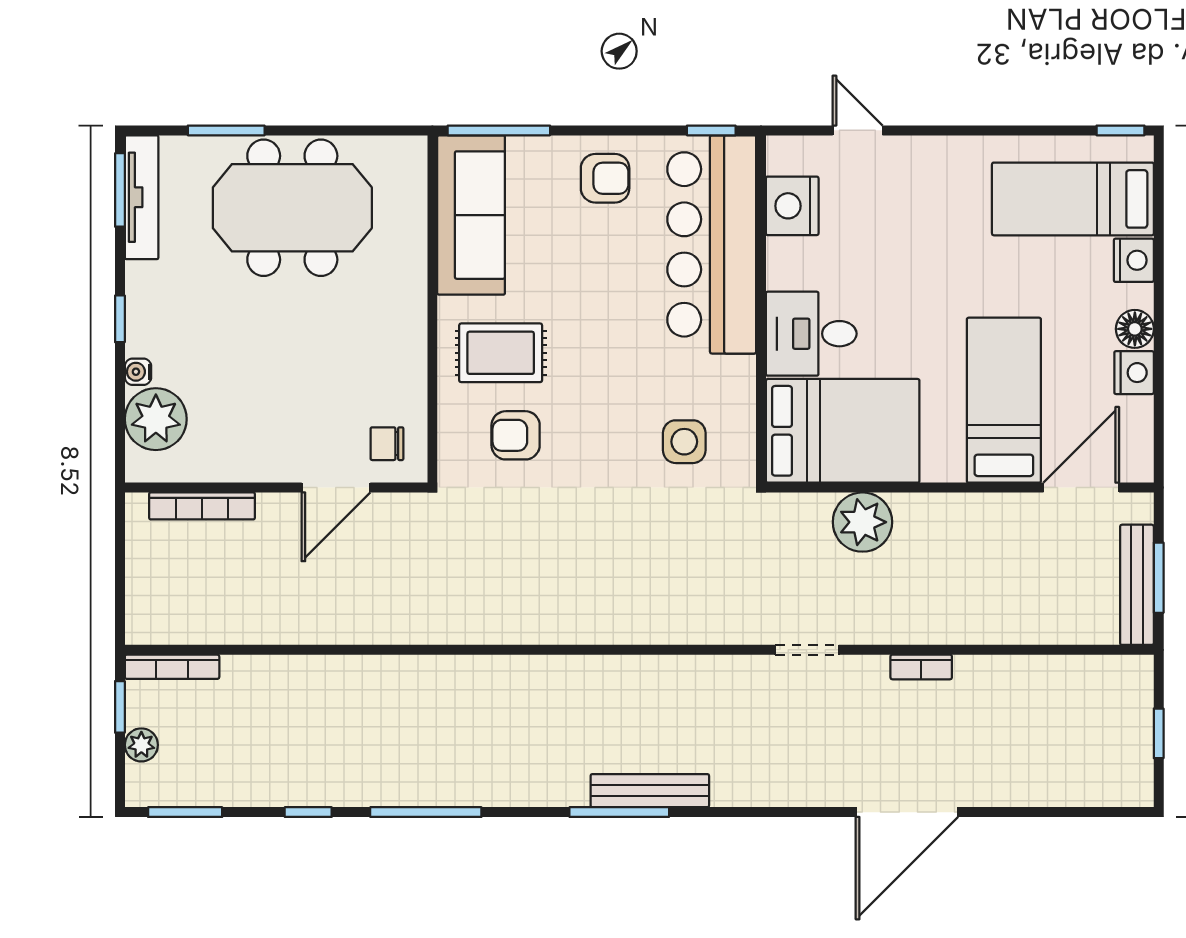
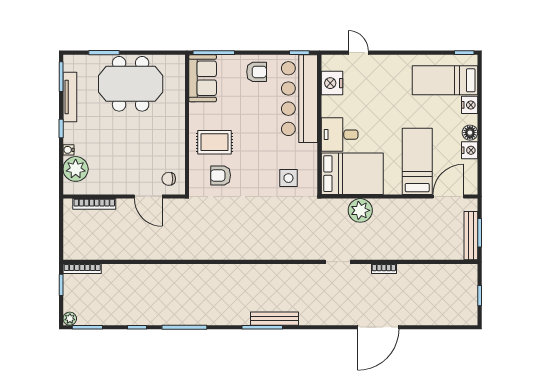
tv unit: (142, 197) -> (70, 97), moved
sofa: (471, 215) -> (203, 78), width x0.73
door: (336, 488) -> (148, 197), hinge flipped
plant: (141, 745) -> (70, 319), moved

